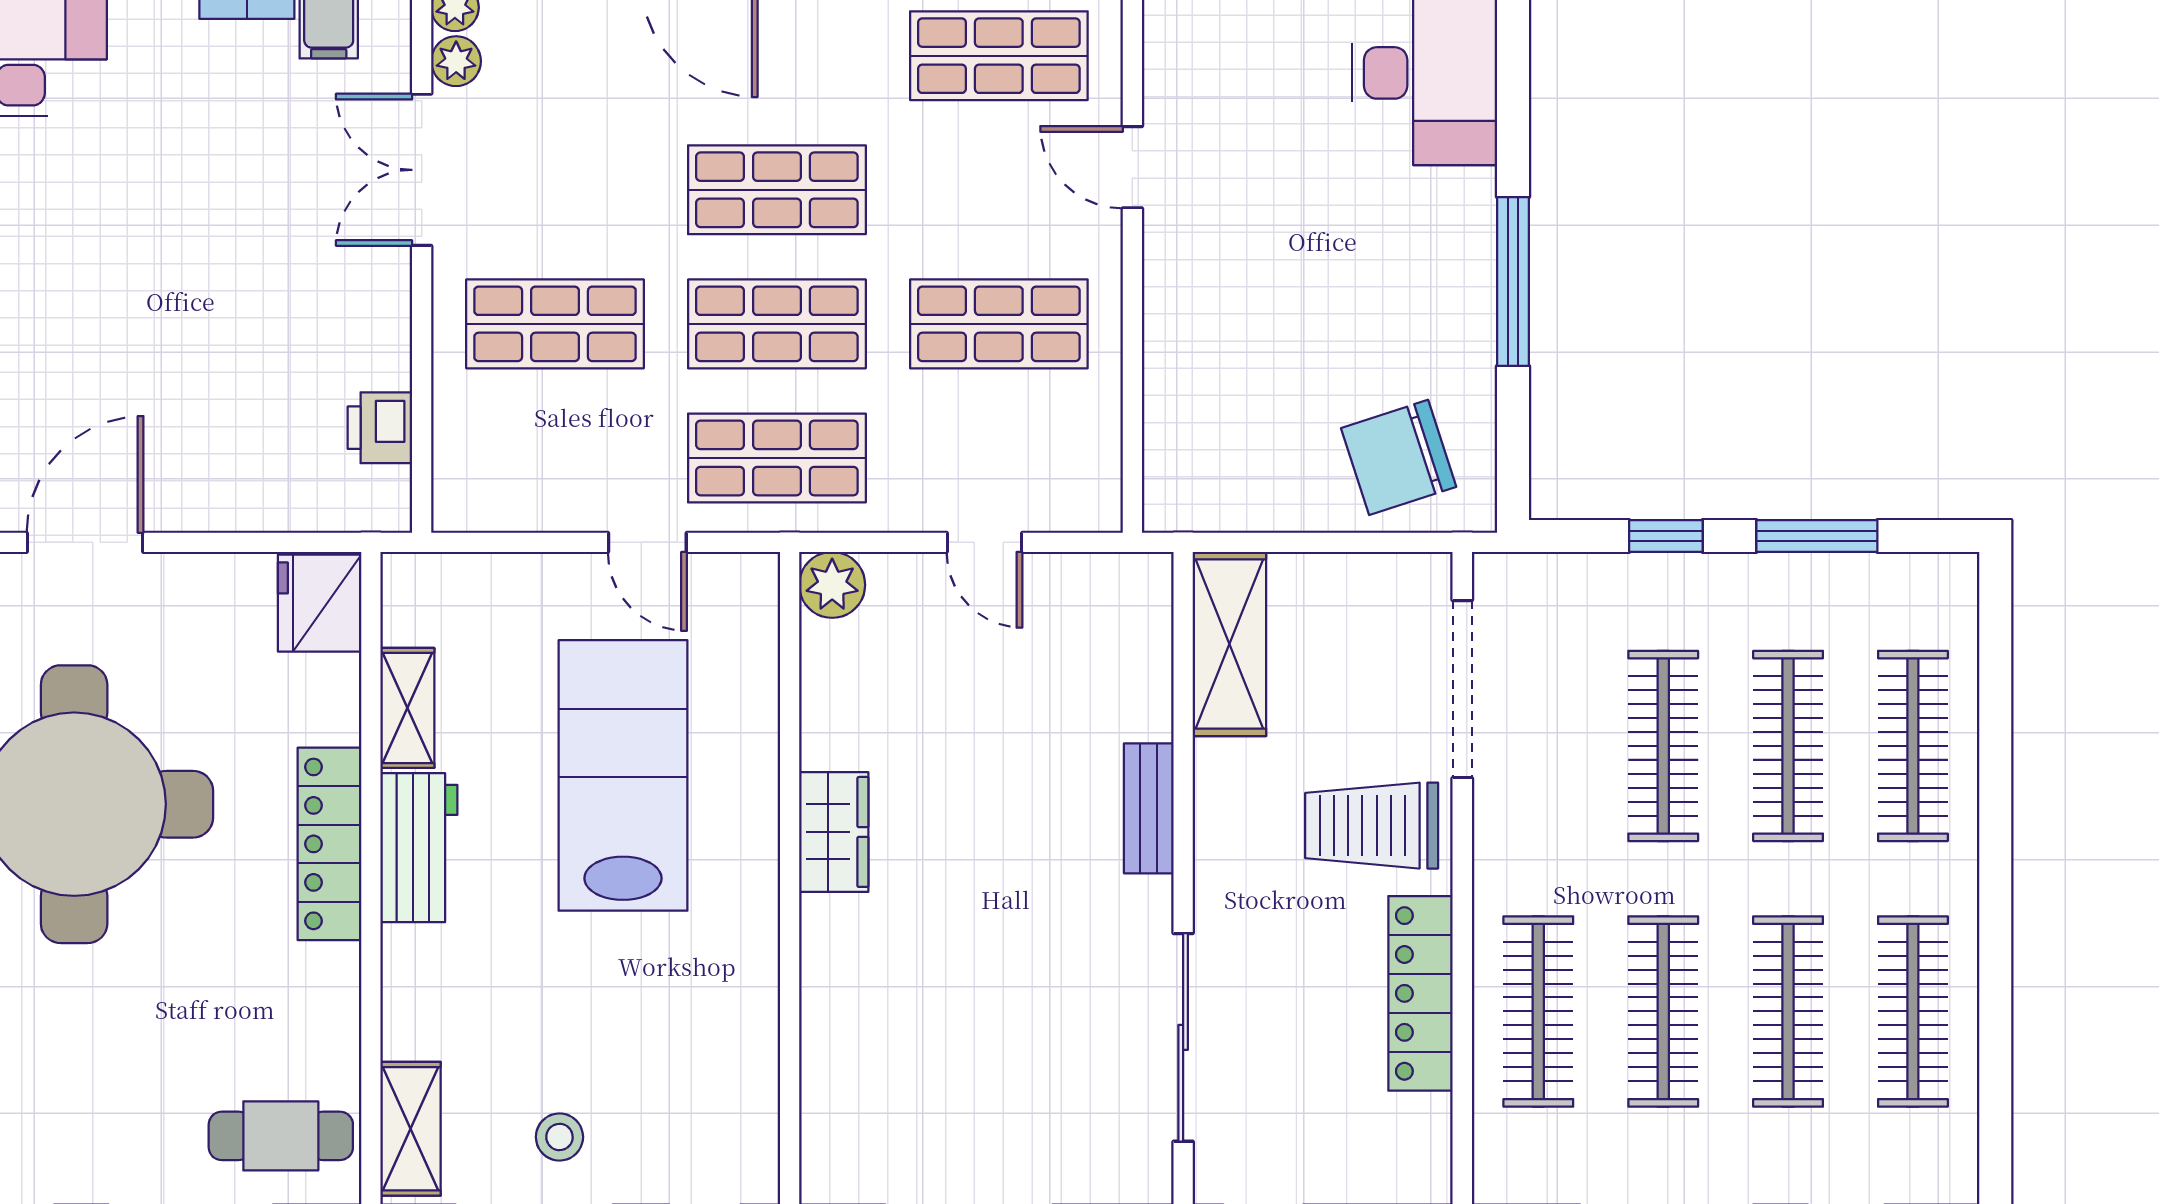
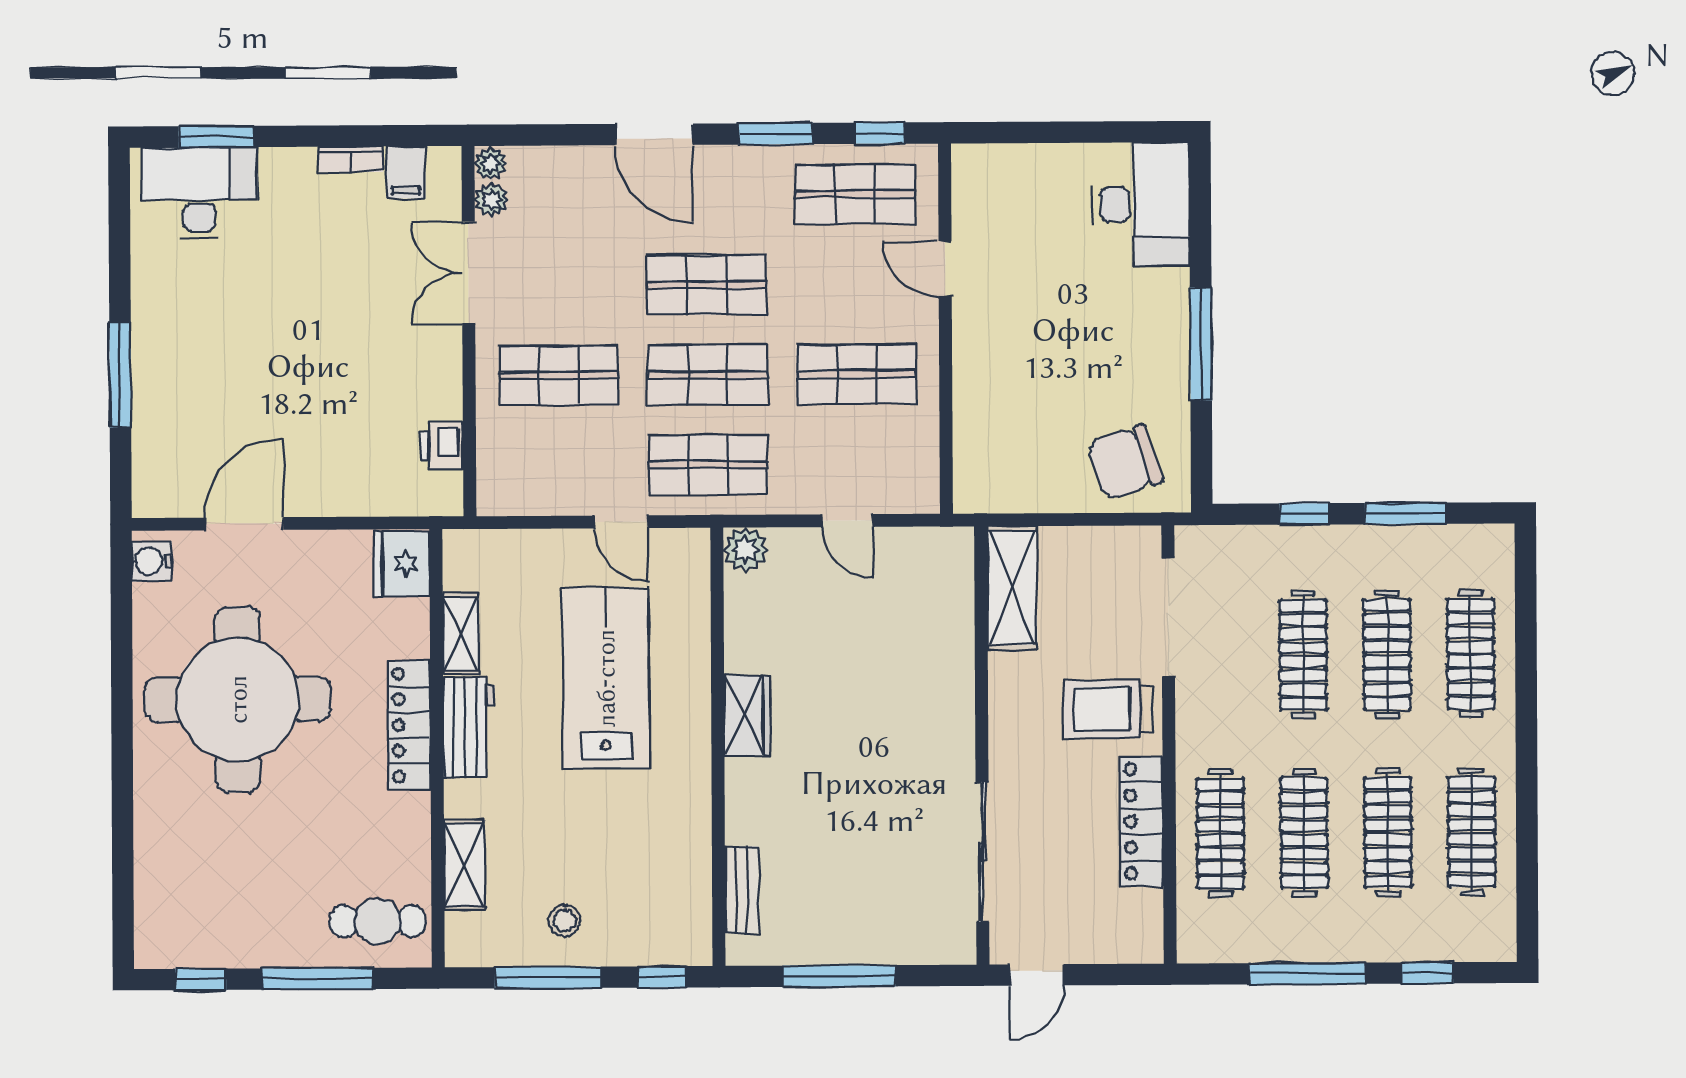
bench: (1149, 808) -> (742, 890), moved
shelving: (410, 1129) -> (464, 865), moved

